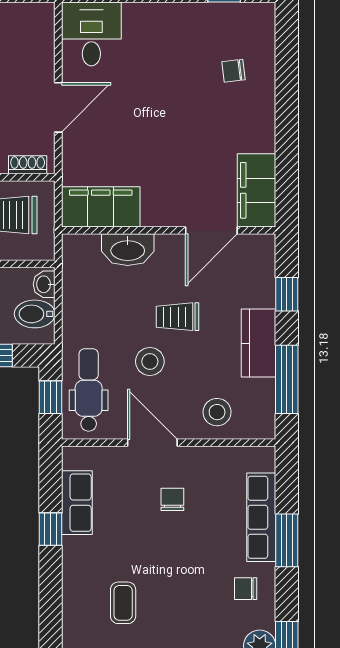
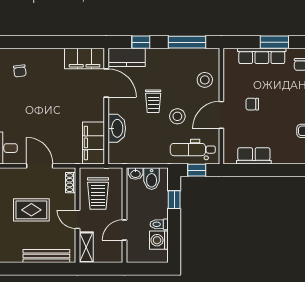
kitchen counter: (259, 343) -> (127, 57), moved
window: (51, 529) -> (268, 170), removed

